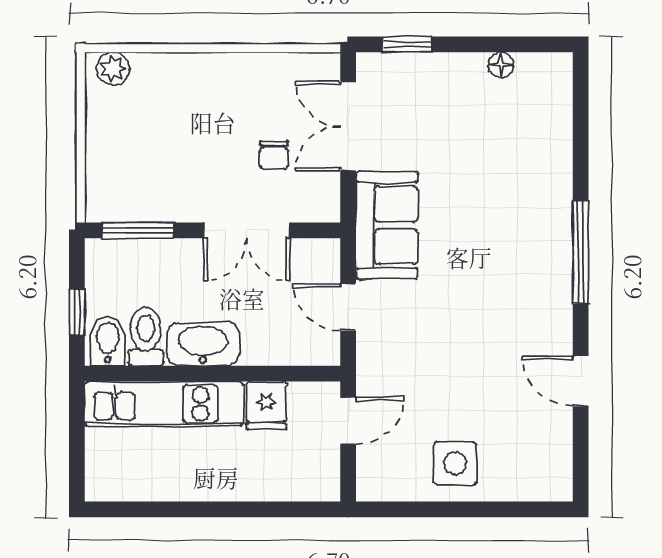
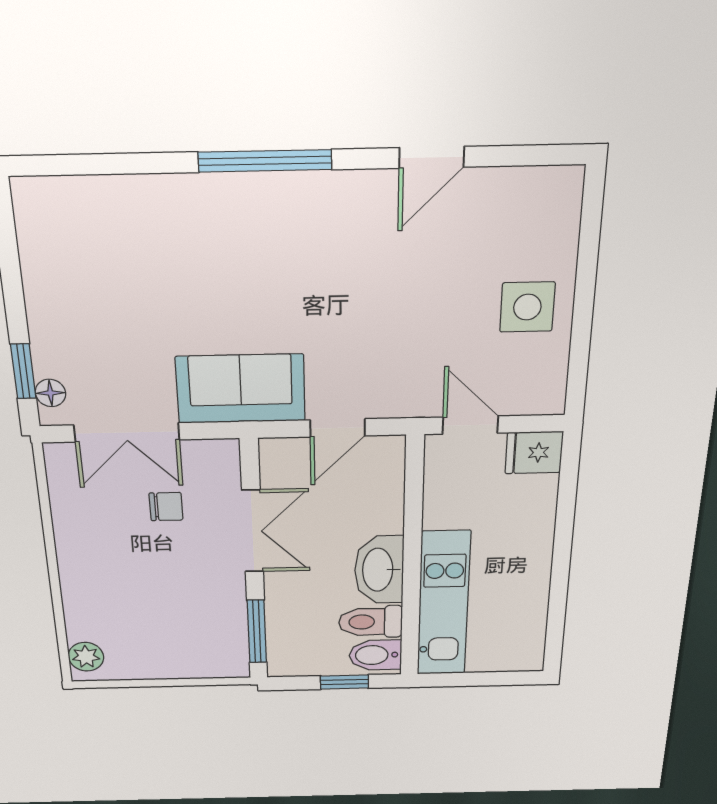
floor lamp: (501, 65) -> (50, 393), moved
fridge: (267, 406) -> (534, 453), moved, turned 180

